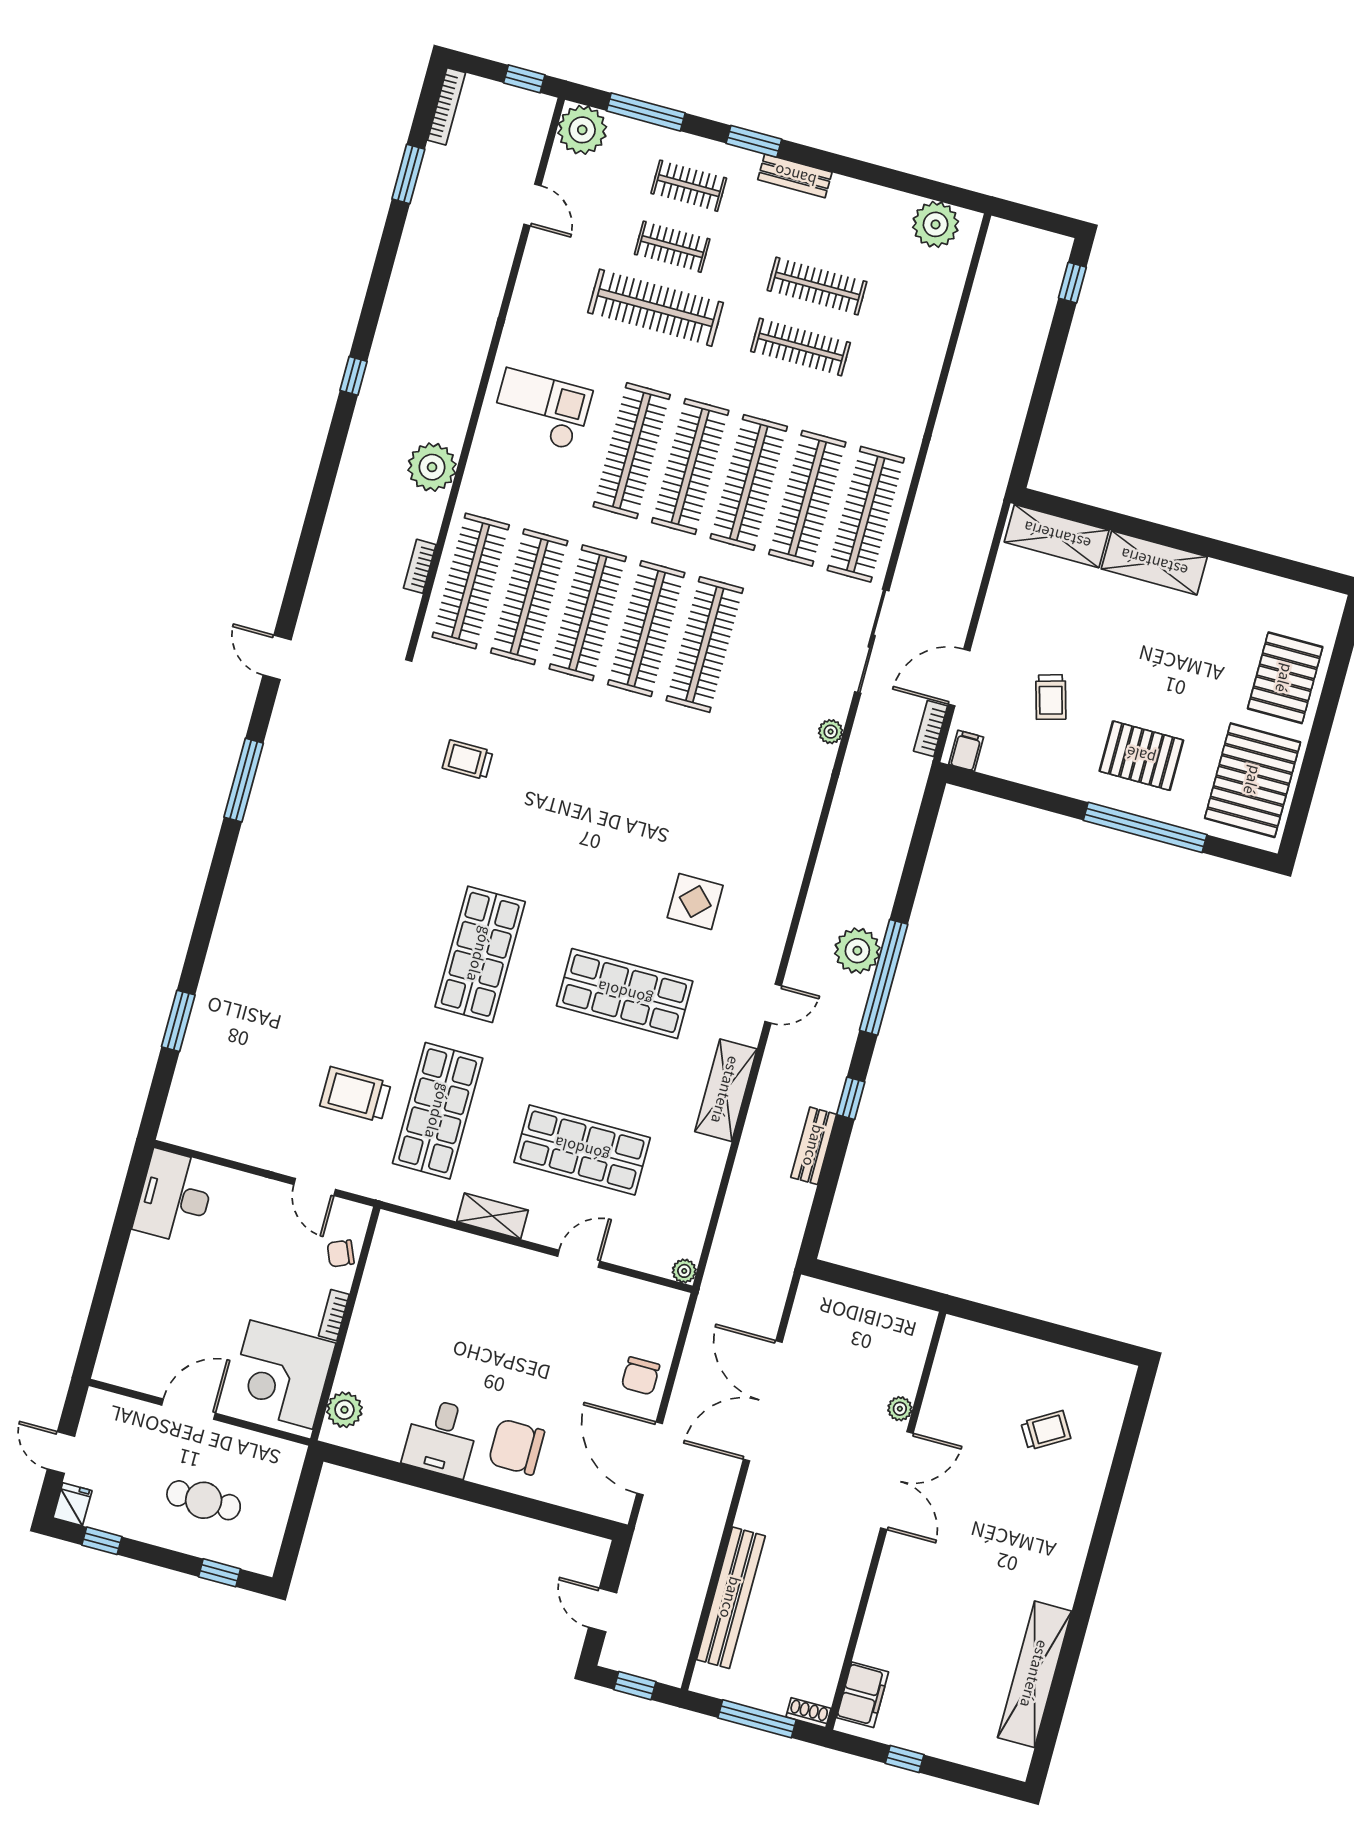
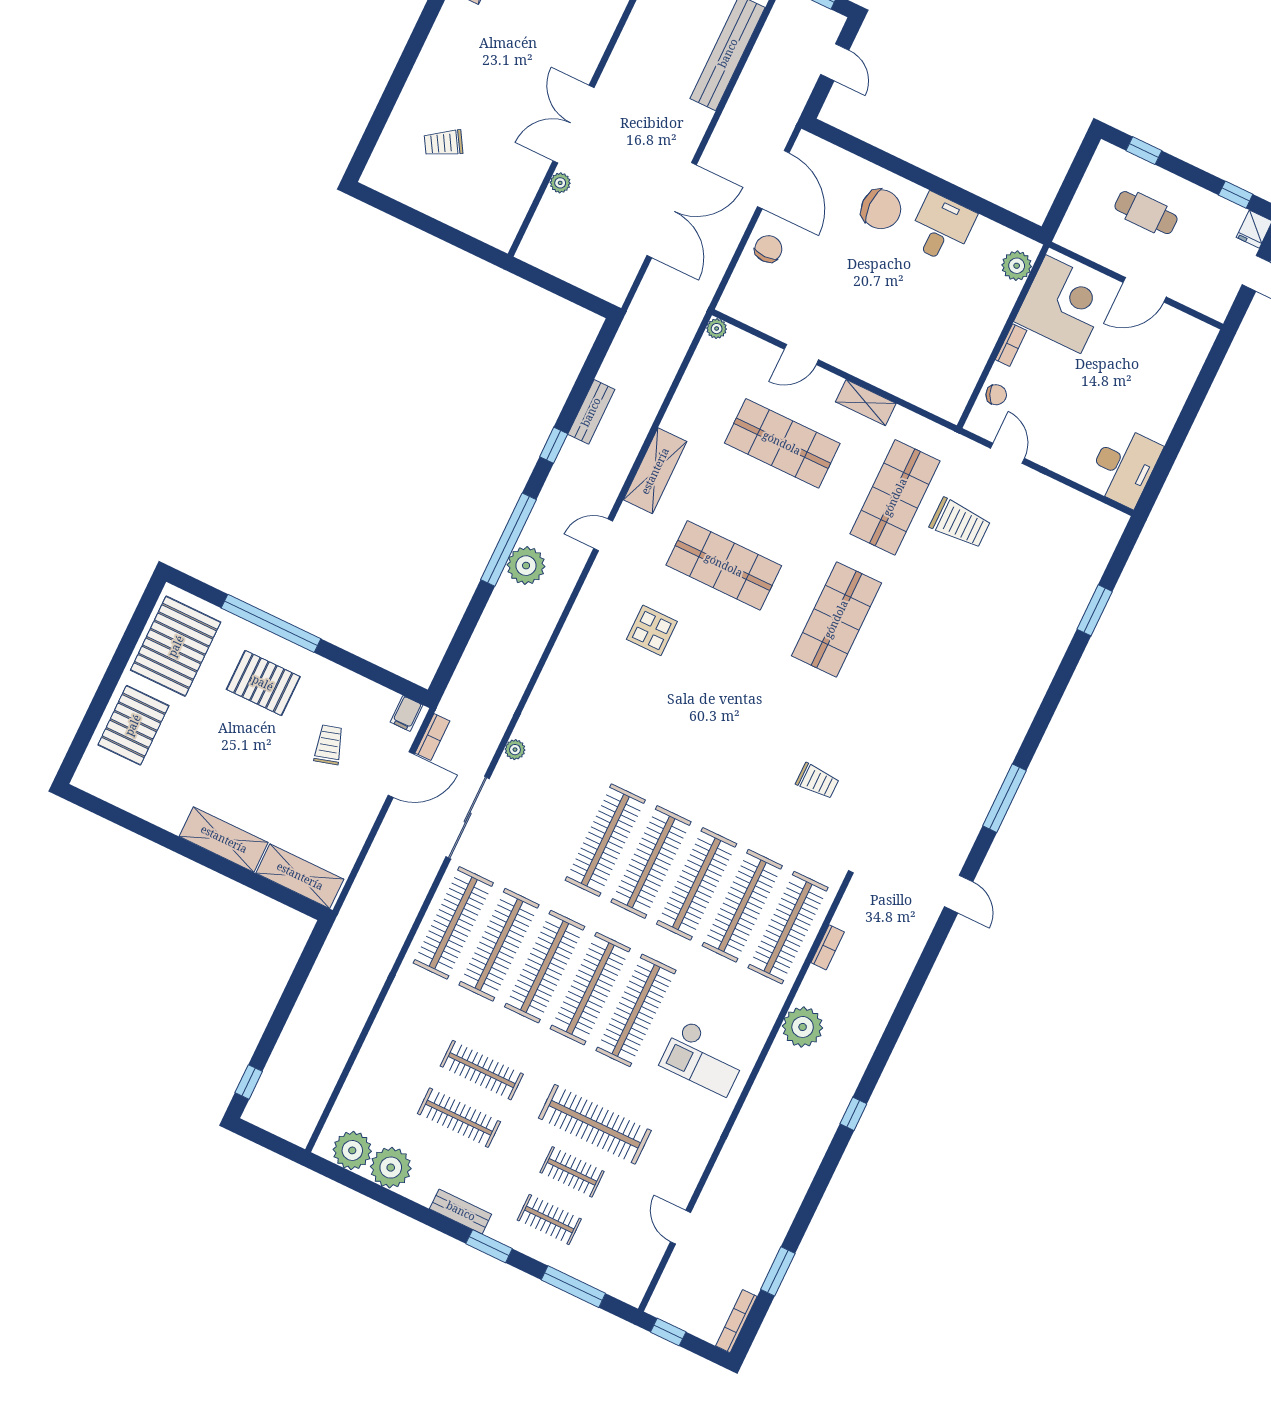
plant: (582, 130) -> (391, 1168), moved

